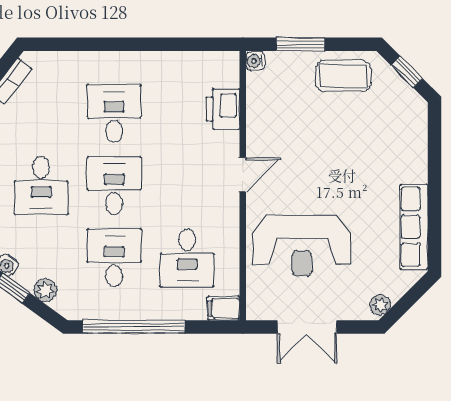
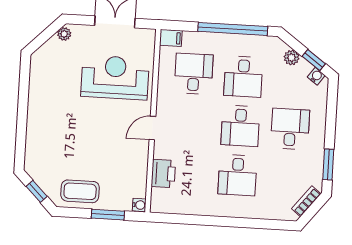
row of seats: (414, 227) -> (38, 86), removed

